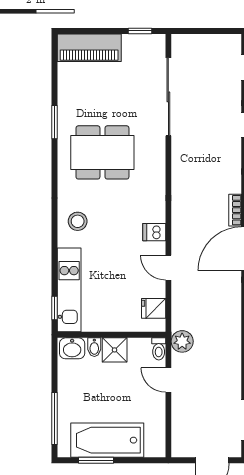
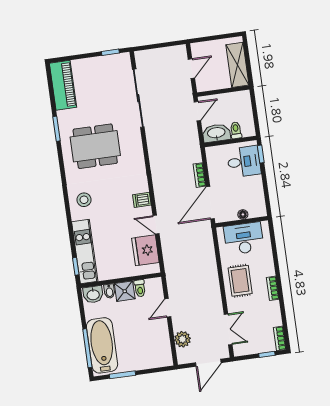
piano: (89, 48) -> (63, 85), moved, turned -90
fridge: (154, 308) -> (145, 250), width x1.88, depth x1.34
plant: (182, 341) -> (183, 339), moved
toilet: (159, 349) -> (140, 288), moved
door: (168, 380) -> (168, 308), hinge flipped
bathtub: (107, 440) -> (102, 345), moved, turned 90

